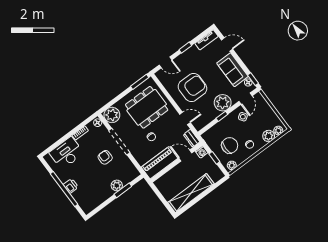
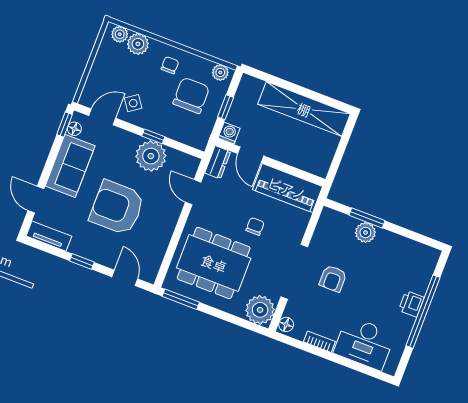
armchair: (192, 88) -> (117, 208), moved
plant: (223, 103) -> (151, 156), moved
chair: (230, 145) -> (191, 95), turned 90

